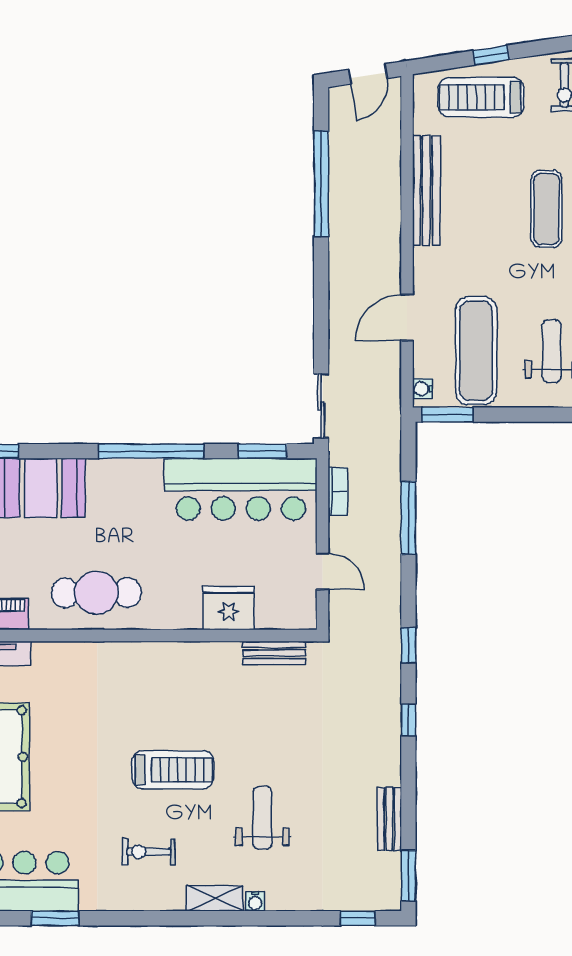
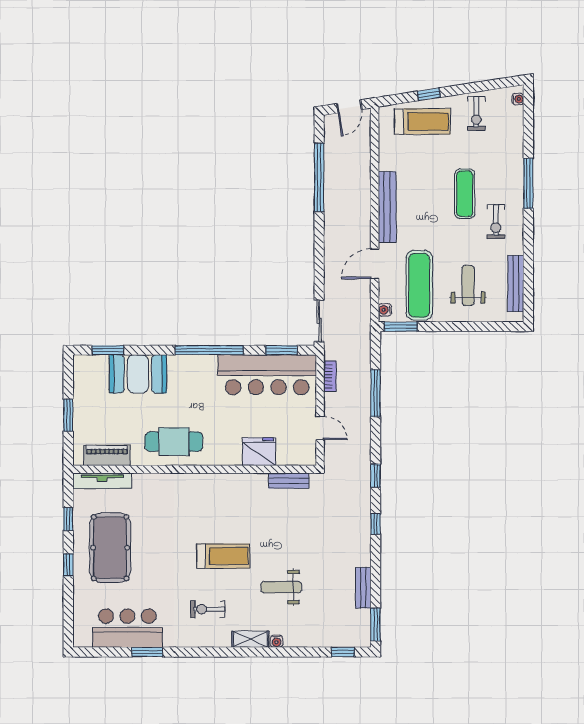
treadmill: (481, 97) -> (423, 121), turned 180
bench: (426, 190) -> (387, 207), moved
weight bench: (262, 818) -> (281, 587), turned -90

